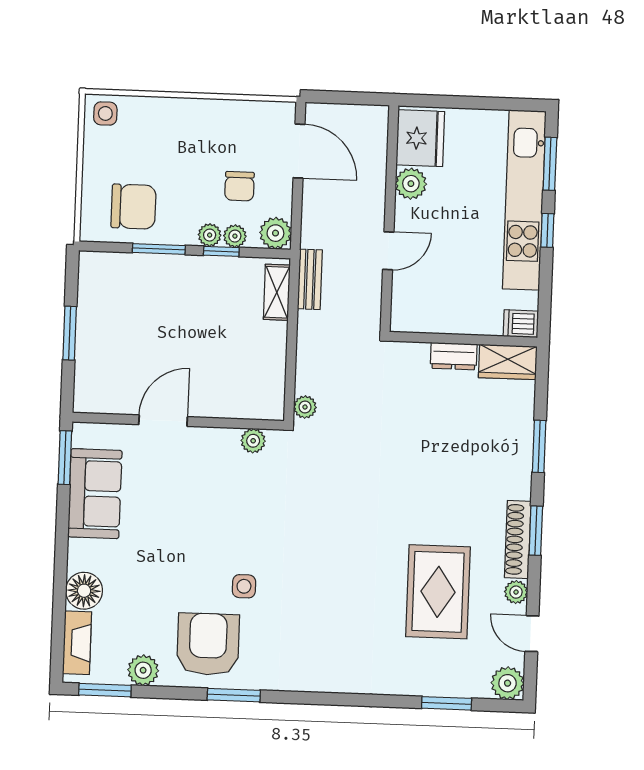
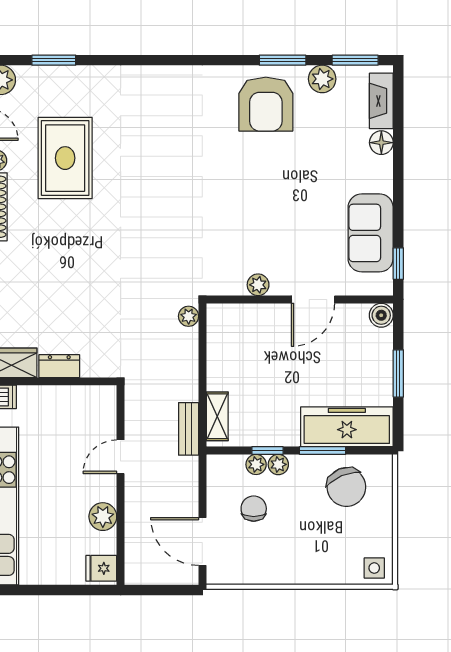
fridge: (420, 138) -> (101, 568), width x0.53, depth x0.75
chair: (133, 207) -> (346, 487), turned -113
plant: (275, 233) -> (220, 468), removed
freezer: (130, 275) -> (347, 427), added
boiler: (86, 400) -> (381, 315), added
plant: (253, 441) -> (258, 285), moved
window: (65, 458) -> (398, 264), width x0.67
side table: (244, 586) -> (236, 156), removed
floor lamp: (84, 591) -> (381, 143), width x0.73, depth x0.73
window: (234, 695) -> (283, 60), moved

